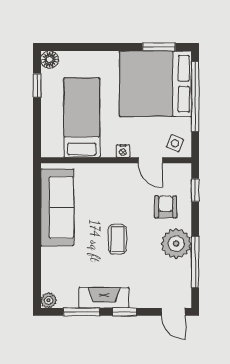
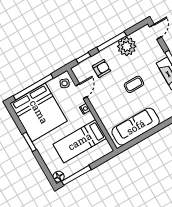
window: (159, 47) -> (29, 142), moved
window: (37, 85) -> (76, 175), width x2.17
armchair: (166, 207) -> (101, 69), turned 180
plant: (176, 244) -> (127, 46), moved
window: (195, 262) -> (112, 41), moved

